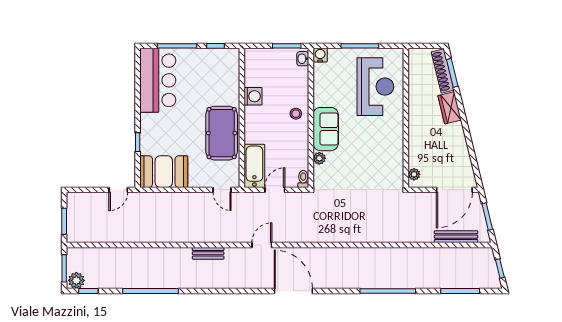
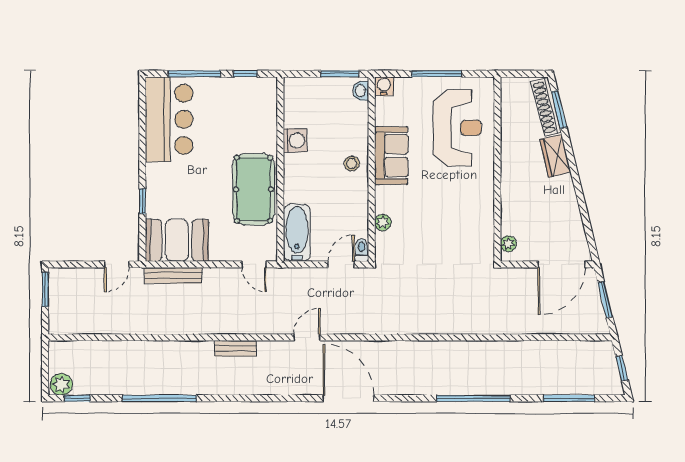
sofa: (326, 129) -> (391, 156), moved
door: (275, 190) -> (341, 264), moved
window: (64, 221) -> (45, 289), moved
bench: (456, 237) -> (173, 275), moved
window: (64, 268) -> (45, 368), removed

